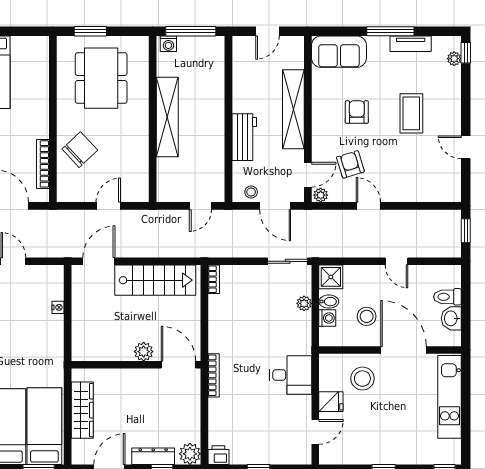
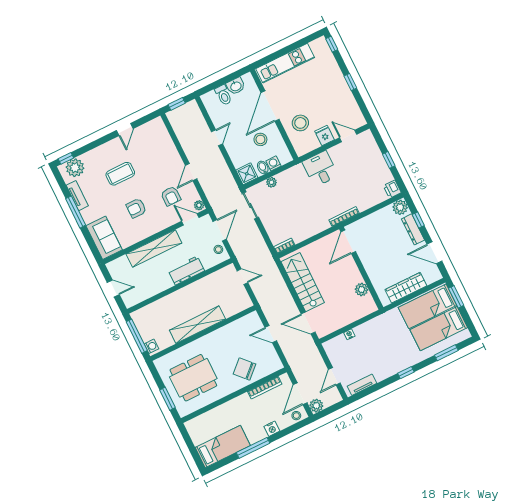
plant: (454, 59) -> (75, 168), width x1.87, depth x1.87
armchair: (350, 164) -> (171, 196), turned -73
plant: (144, 352) -> (362, 290), moved

